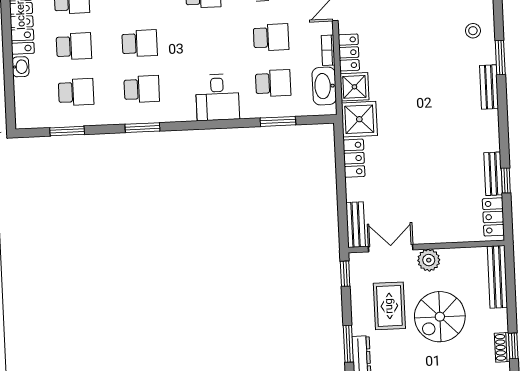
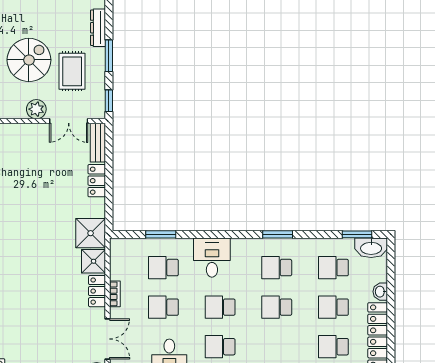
school desk: (205, 40) -> (220, 307), added
washbasin: (324, 86) -> (371, 248), moved, turned 90
window: (67, 131) -> (357, 234), moved
locker: (354, 158) -> (97, 181), moved
window: (348, 344) -> (109, 56), moved

